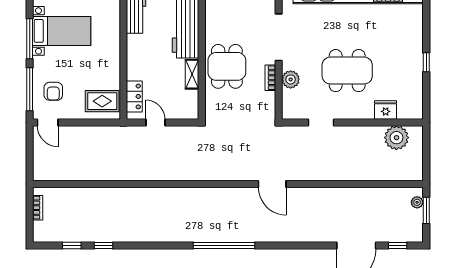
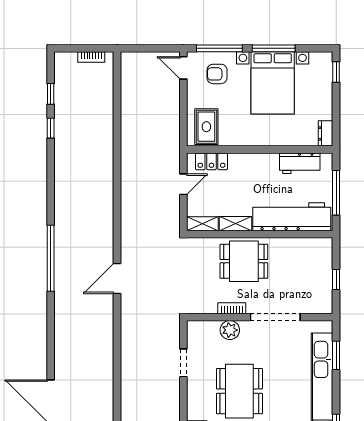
bed with nightstands: (62, 31) -> (273, 83), width x1.36
shelving: (192, 105) -> (202, 224), added
door: (48, 122) -> (183, 68), hinge flipped
door: (272, 184) -> (117, 278), moved

